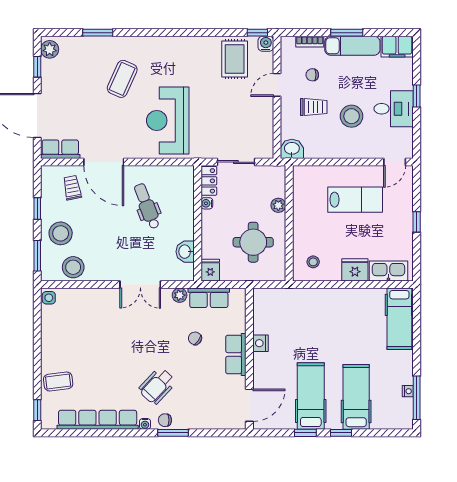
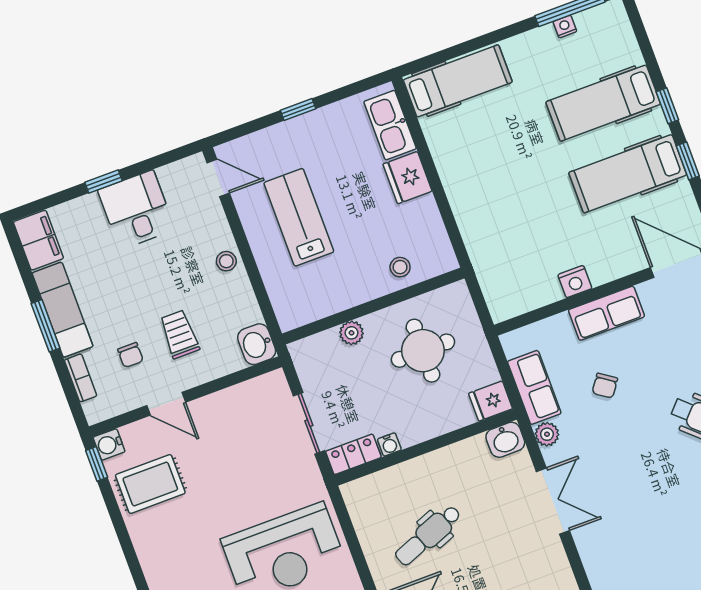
stool: (352, 116) -> (226, 261), moved, width x0.53, depth x0.53
washbasin: (185, 252) -> (505, 440), moved
stool: (313, 262) -> (400, 267), moved

